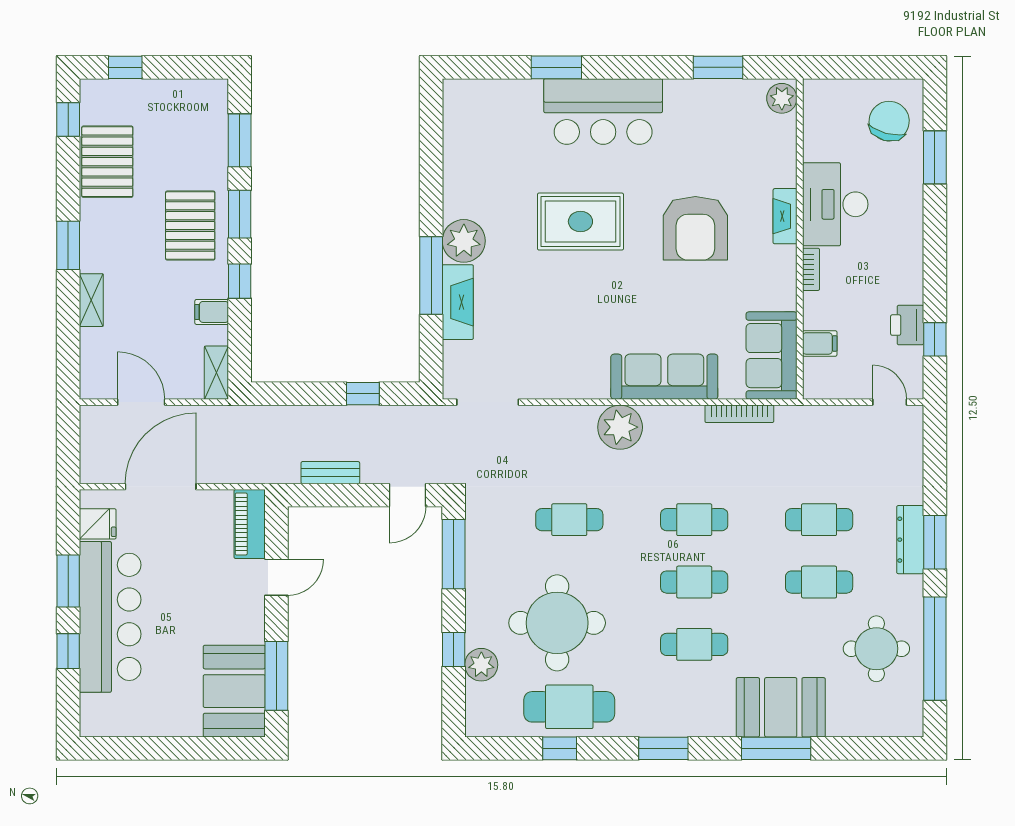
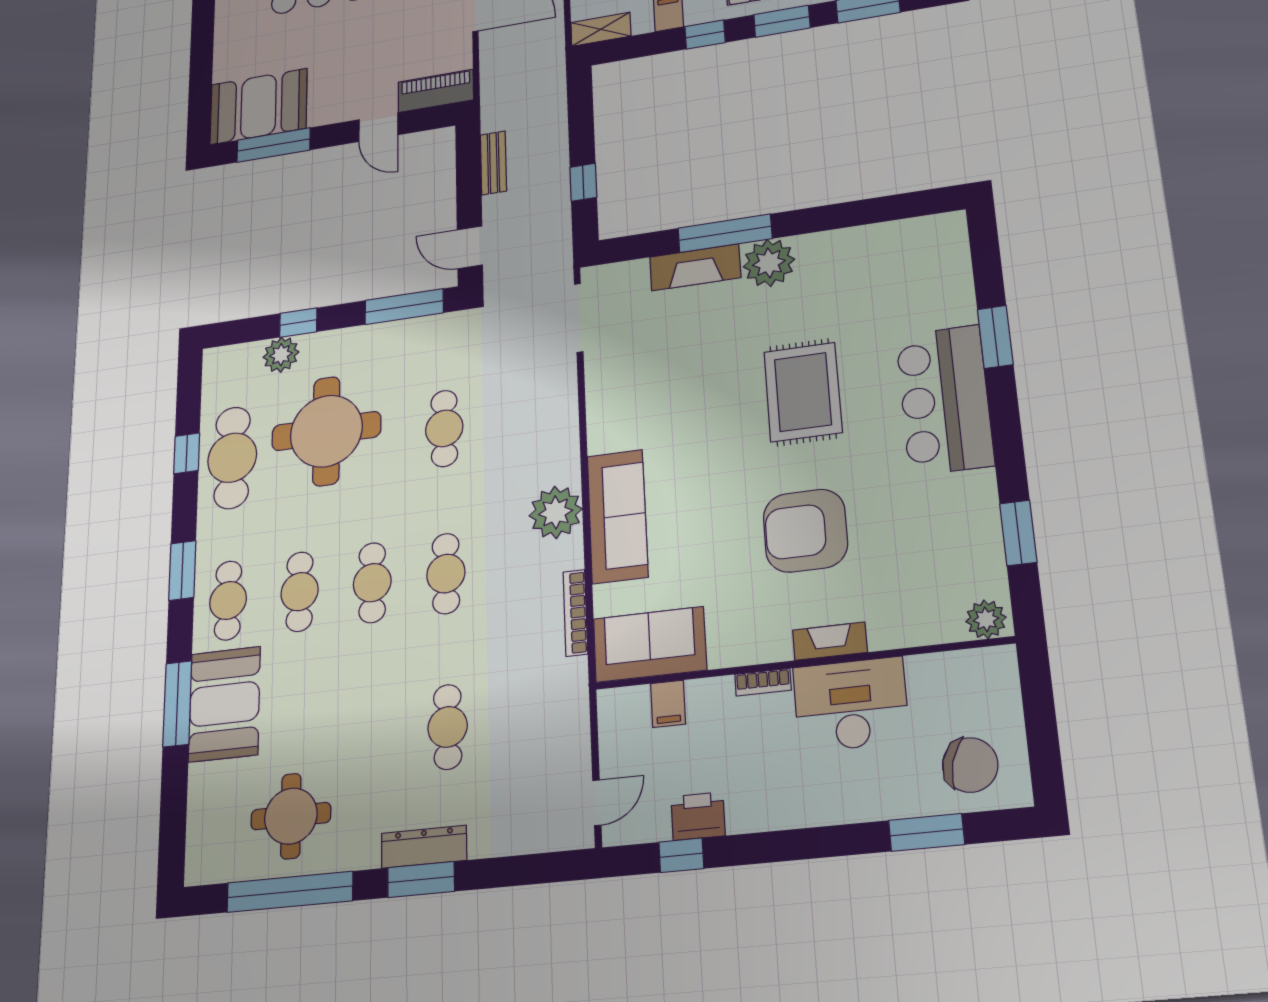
plant: (620, 427) -> (556, 512), moved
cafe table: (819, 582) -> (228, 600), moved

